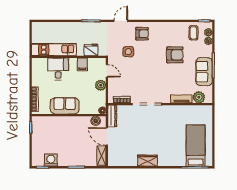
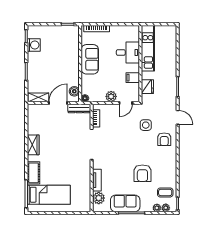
cot: (175, 160) -> (33, 173), added

